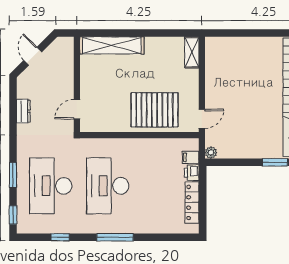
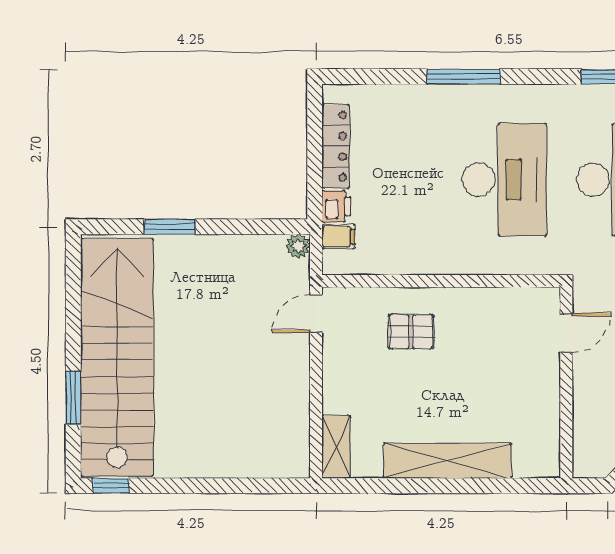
shelving: (112, 45) -> (447, 461), moved
pallet: (155, 110) -> (411, 332), width x0.49, depth x0.50
window: (115, 237) -> (464, 77), moved

